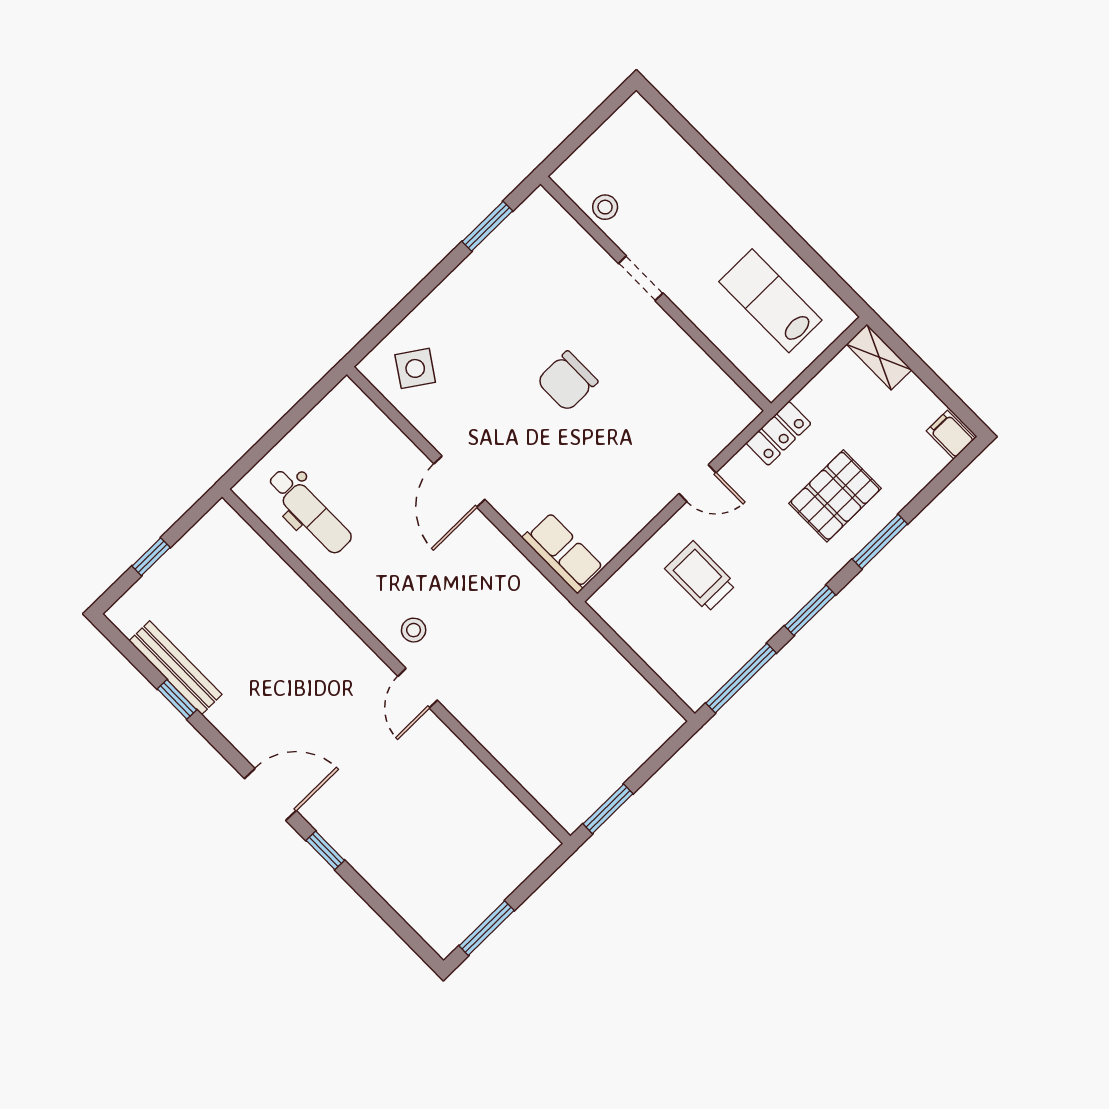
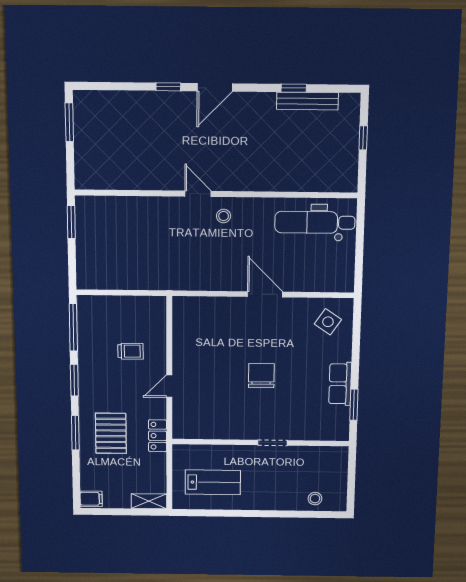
stool: (605, 207) -> (315, 499), moved
dental chair: (310, 511) -> (315, 222), width x1.36, depth x1.38
row of seats: (563, 553) -> (340, 384), moved, turned 90
trolley: (700, 577) -> (131, 351), width x0.73, depth x0.72

